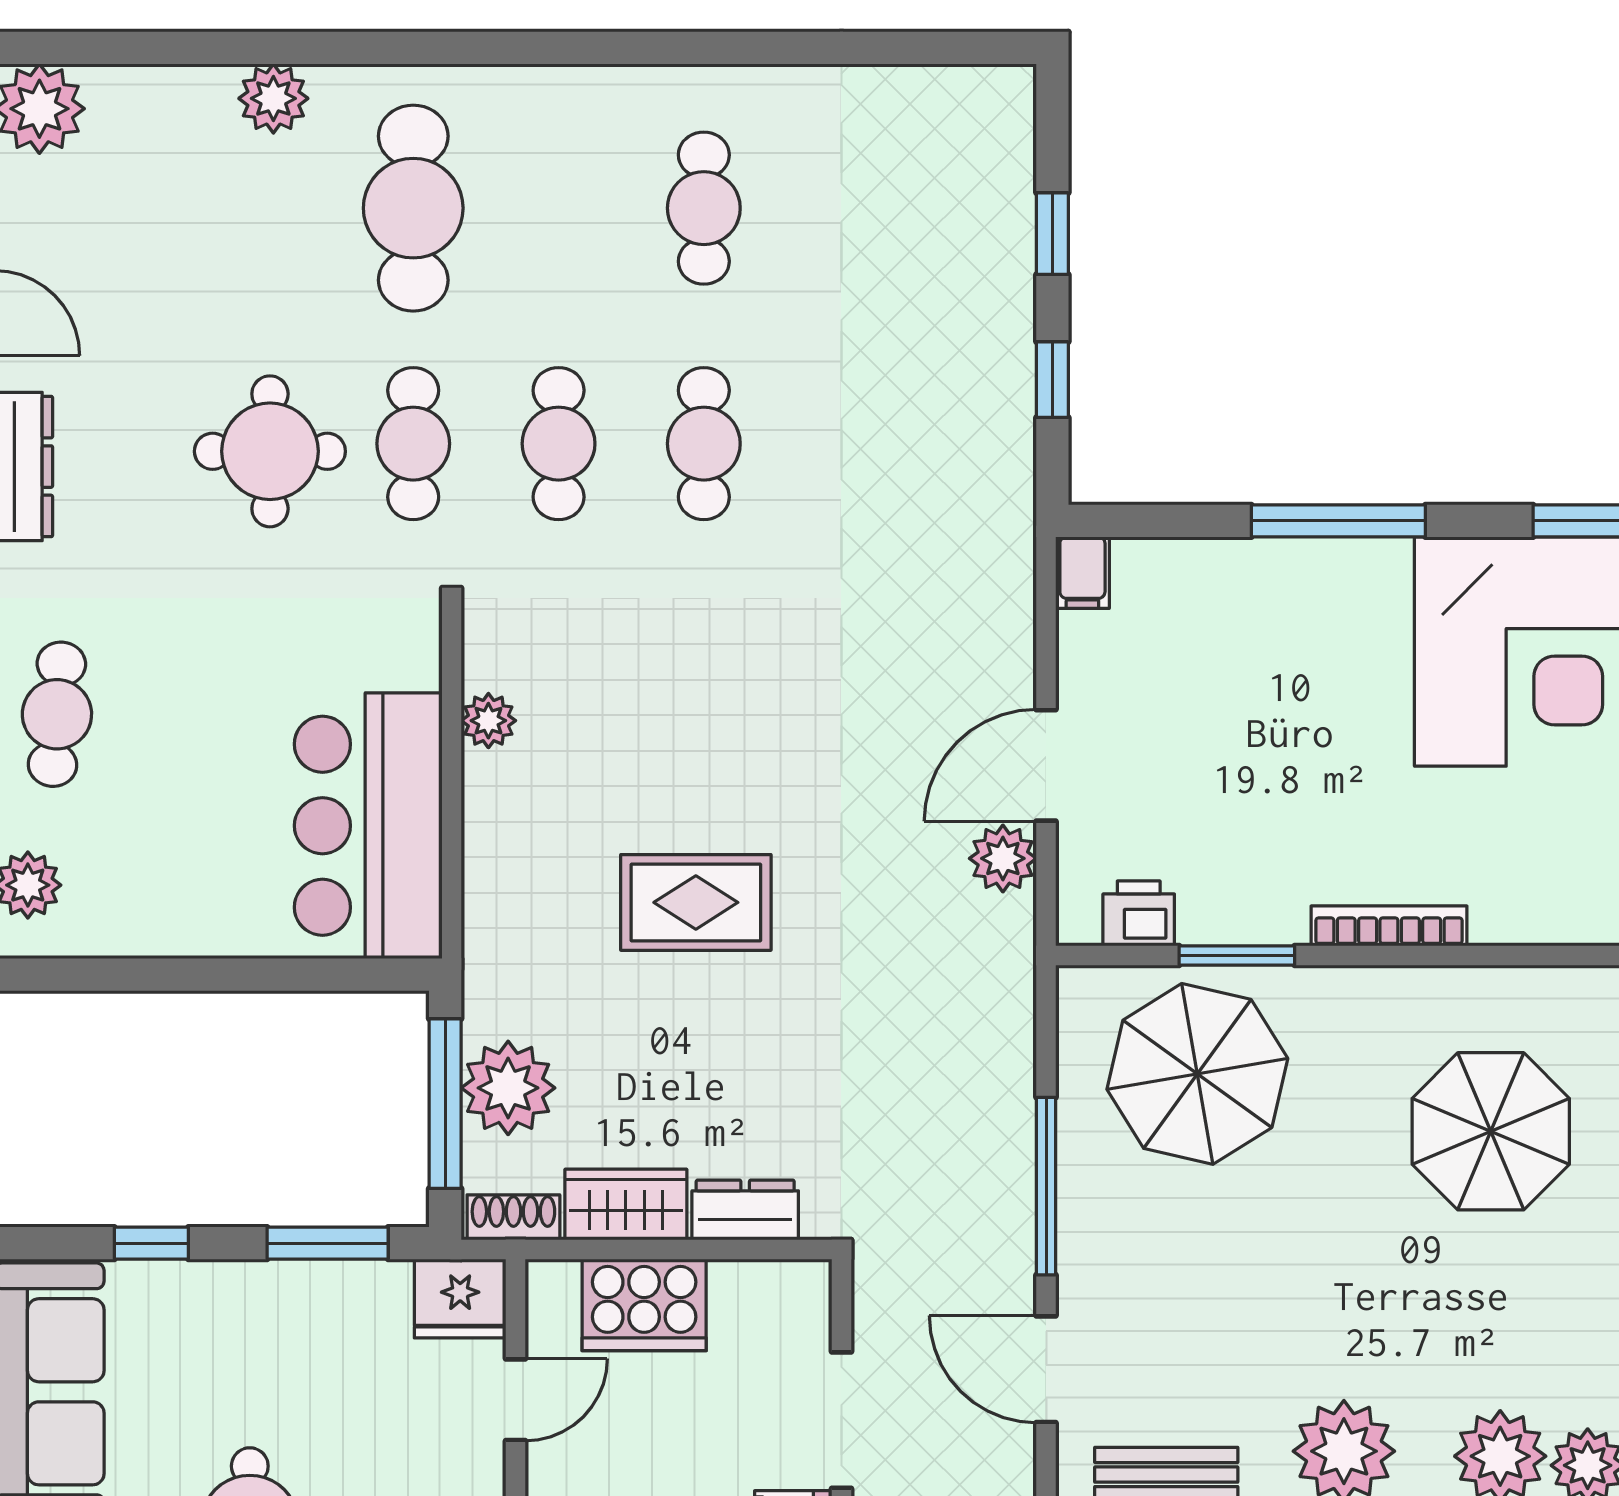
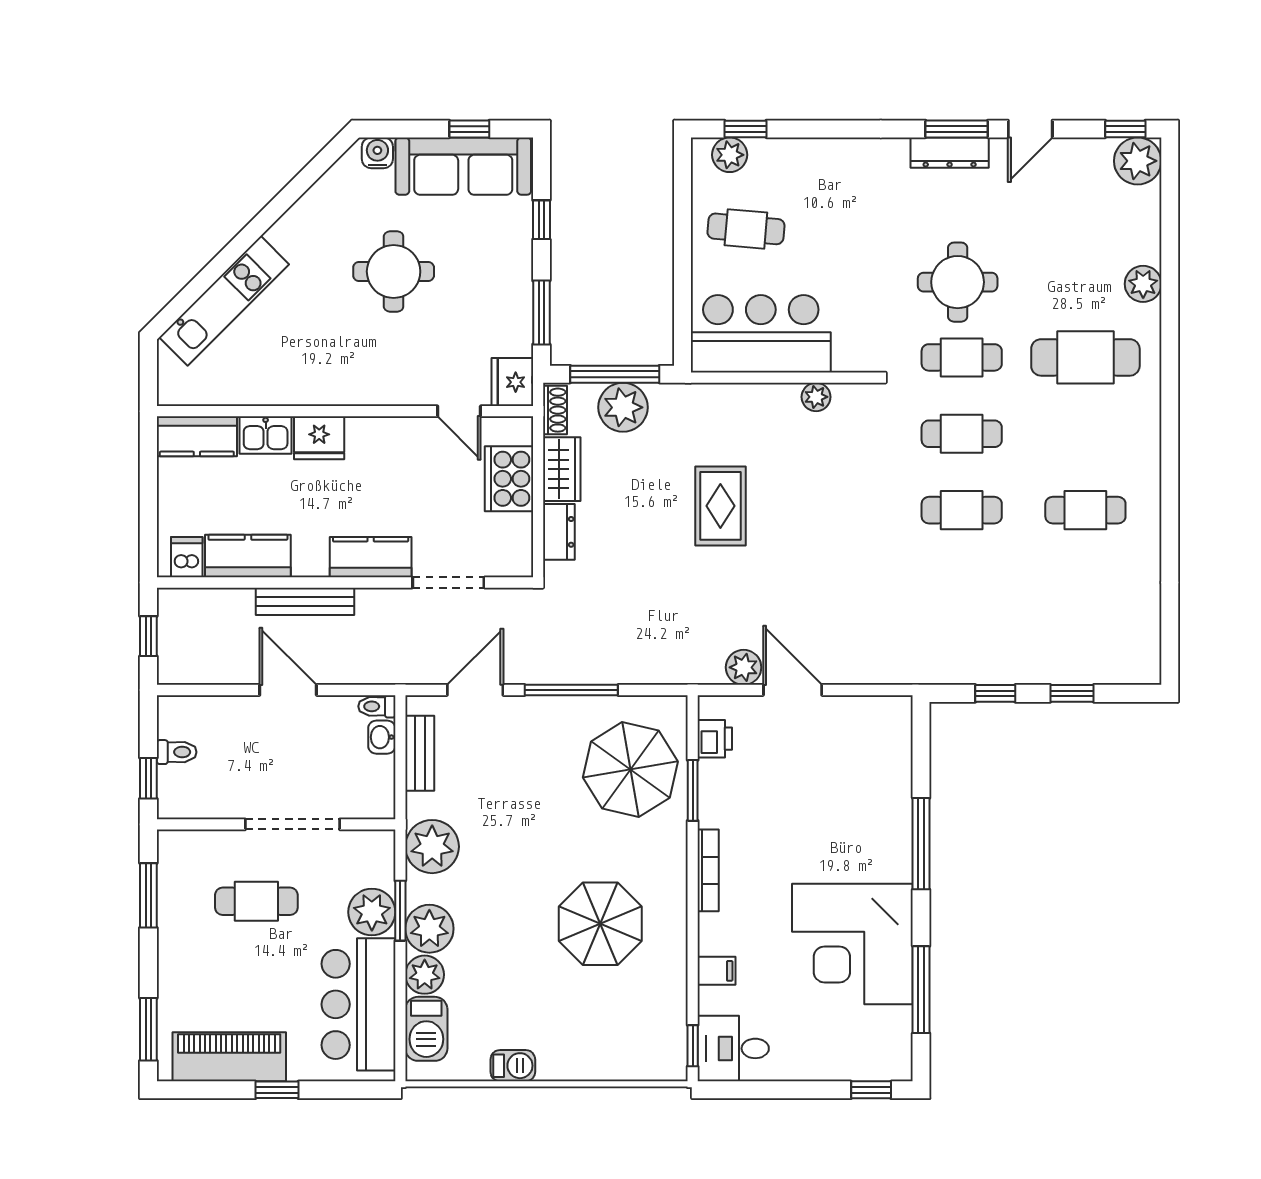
filing cabinet: (1082, 573) -> (716, 971), moved, turned 180
cafe table: (57, 714) -> (746, 229), moved

